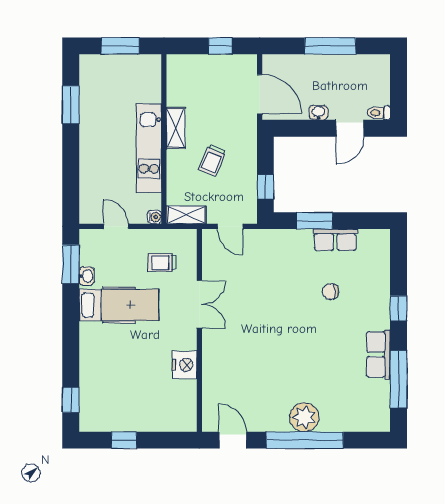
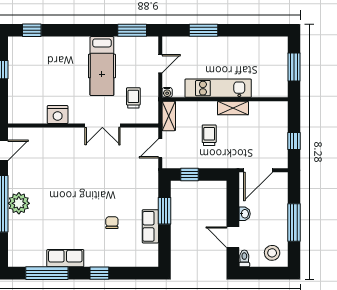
stool: (371, 75) -> (272, 253), added
window: (71, 105) -> (203, 30), moved
trolley: (212, 160) -> (209, 135), turned 67
washbasin: (87, 276) -> (123, 42), removed

